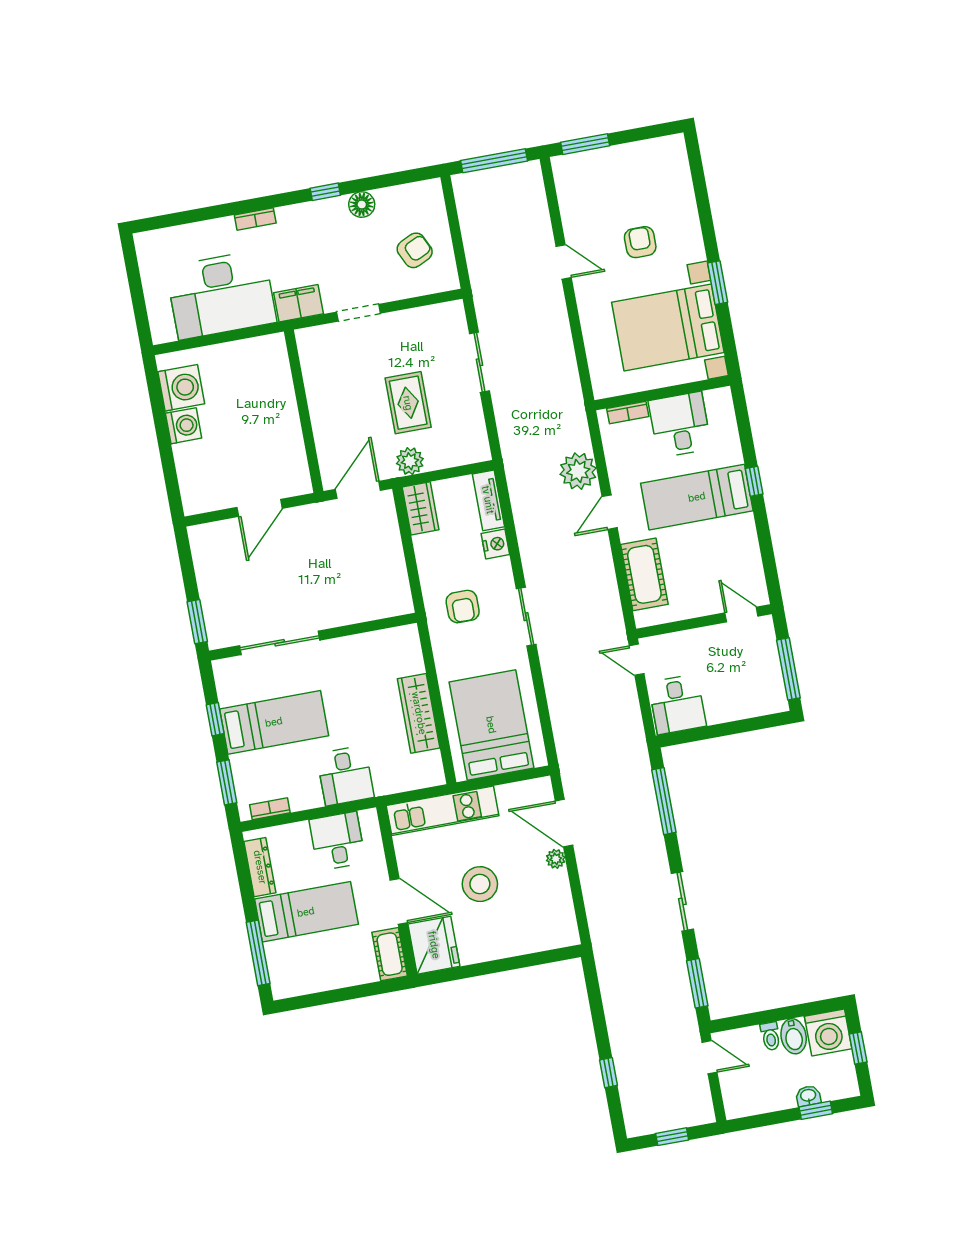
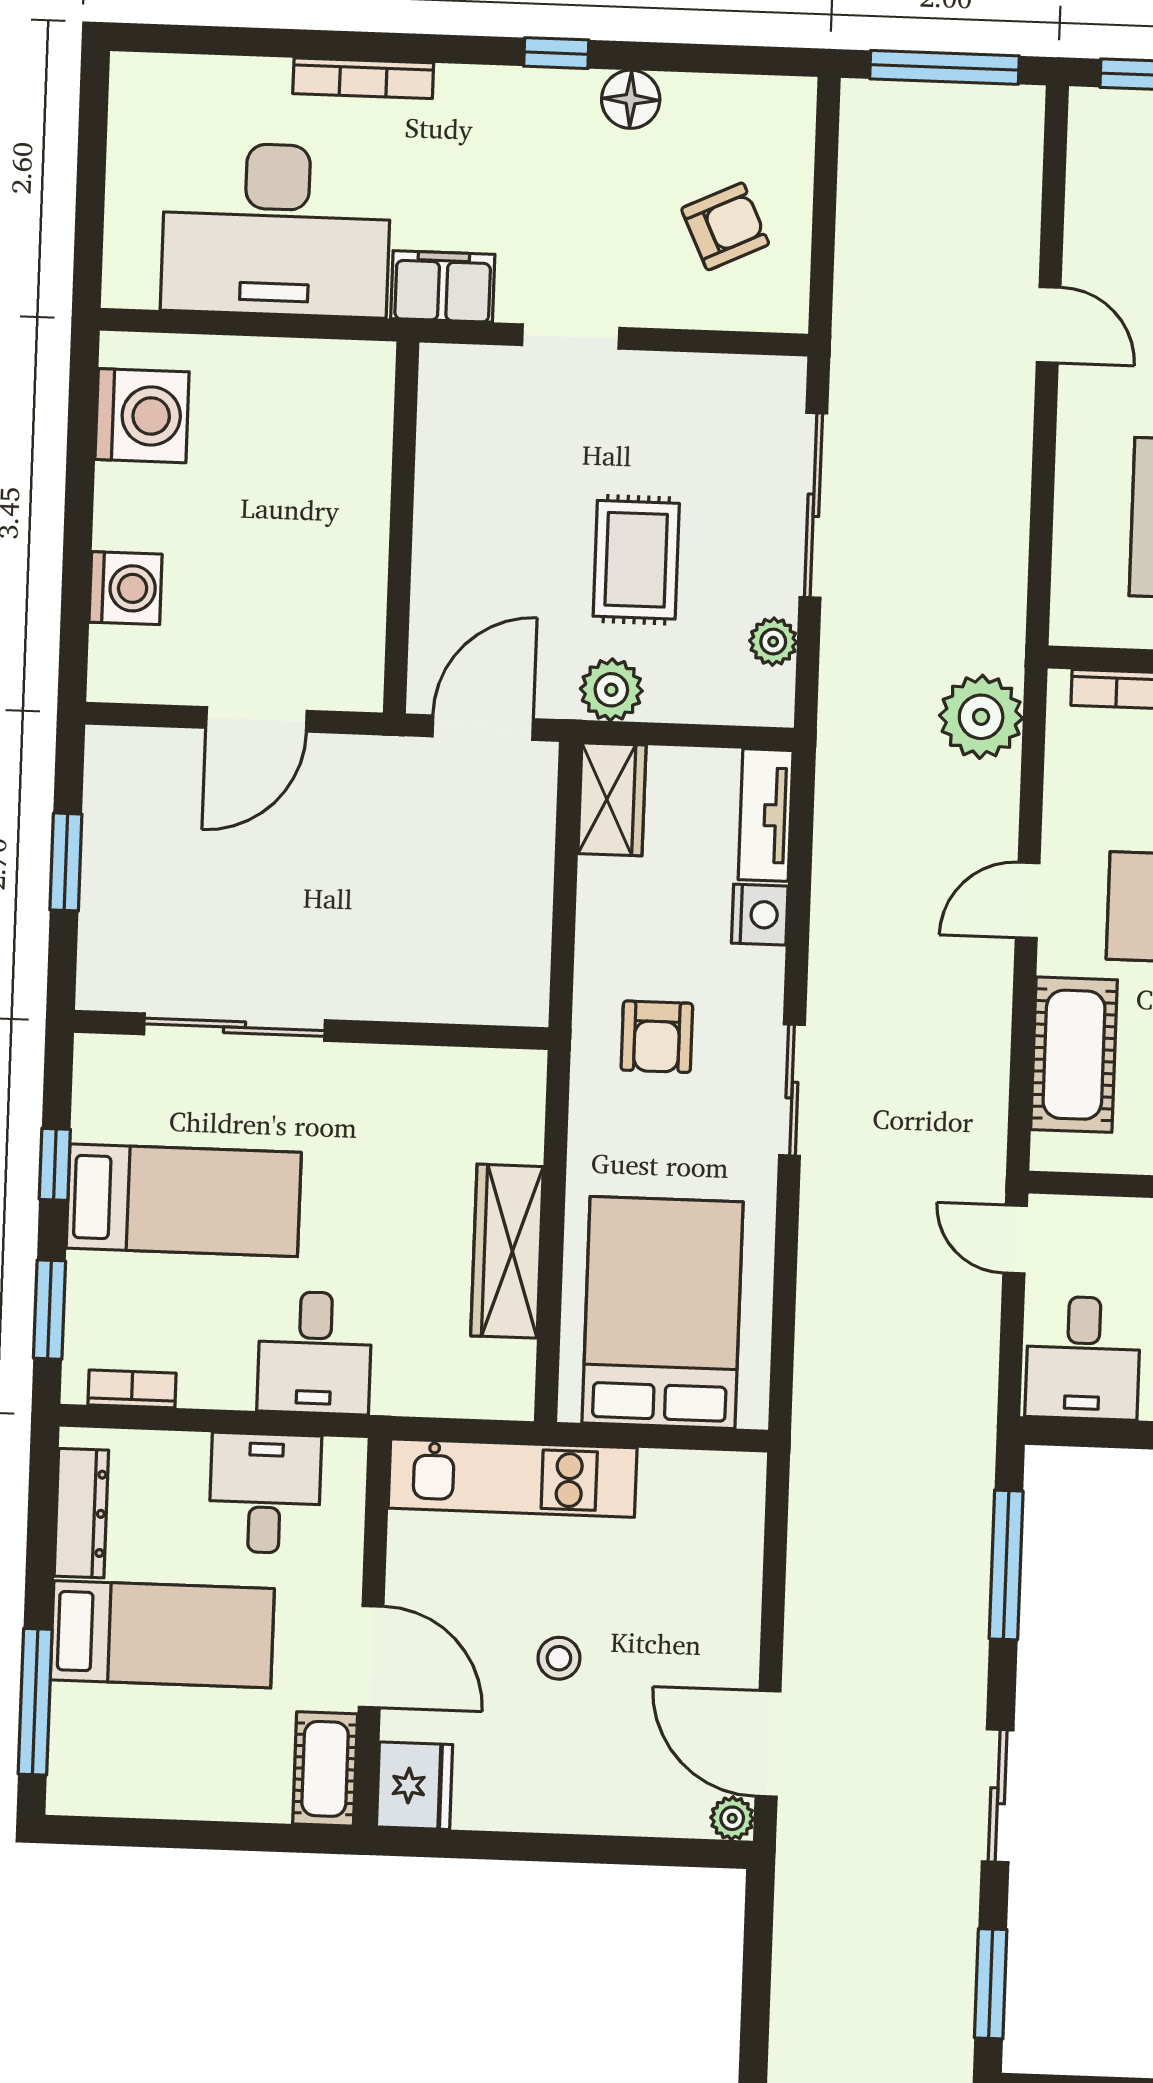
bookcase: (255, 219) -> (363, 78), width x1.56
sliding door: (479, 362) -> (813, 505), width x1.37
plant: (475, 425) -> (773, 642), added
washing machine: (184, 426) -> (126, 588), moved
plant: (578, 471) -> (981, 717), moved
window: (197, 622) -> (66, 862), moved
door: (564, 823) -> (768, 1744), moved
plant: (556, 859) -> (732, 1818), moved
stool: (480, 884) -> (559, 1658), width x0.53, depth x0.53
fridge: (434, 945) -> (415, 1786), width x0.73, depth x0.75

